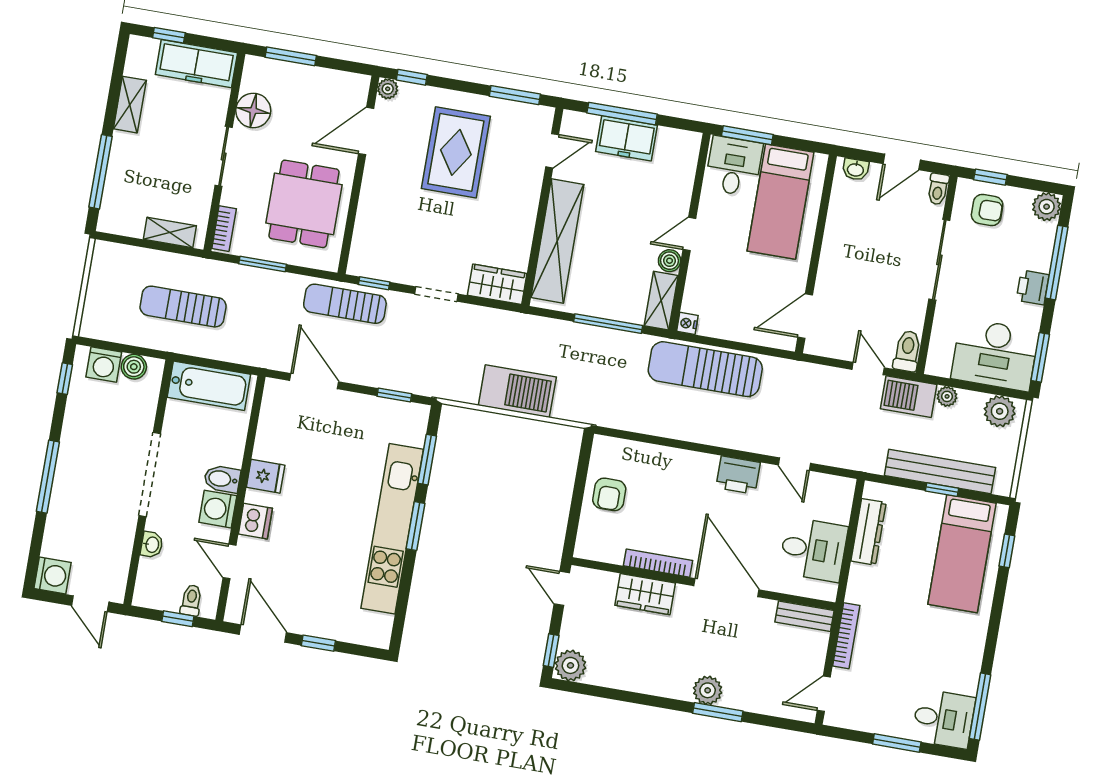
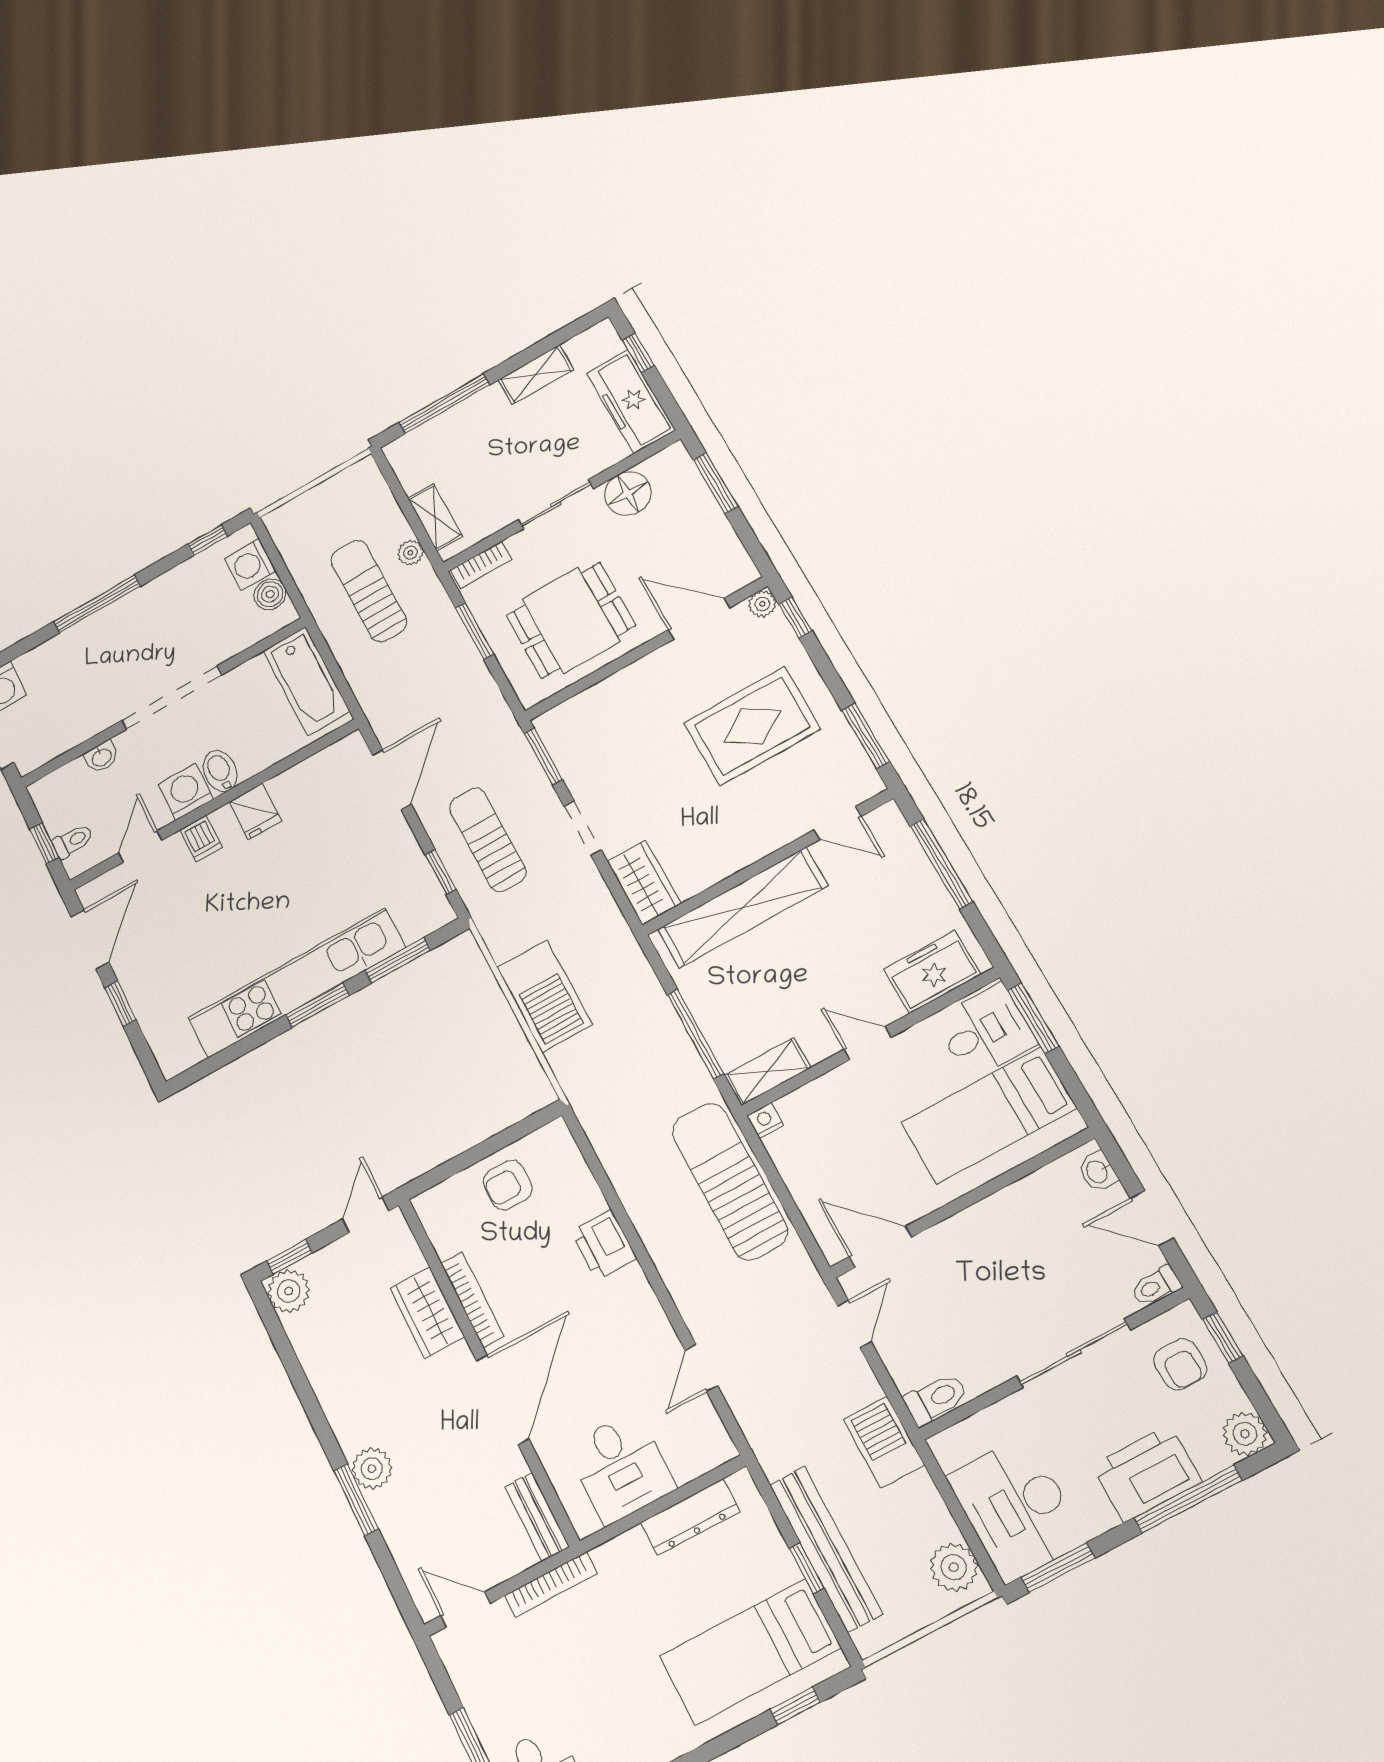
freezer: (627, 138) -> (932, 972), moved, turned 90
boiler: (670, 261) -> (820, 1045), removed
window: (374, 283) -> (543, 756), width x1.50
printer: (1033, 287) -> (1147, 1473), width x1.87, depth x1.48
sun lounger: (345, 304) -> (488, 840), moved
door: (868, 369) -> (854, 1324), moved
plant: (947, 396) -> (410, 553), moved
printer: (738, 475) -> (604, 1245), moved
dishwasher: (255, 521) -> (201, 839), width x0.73

